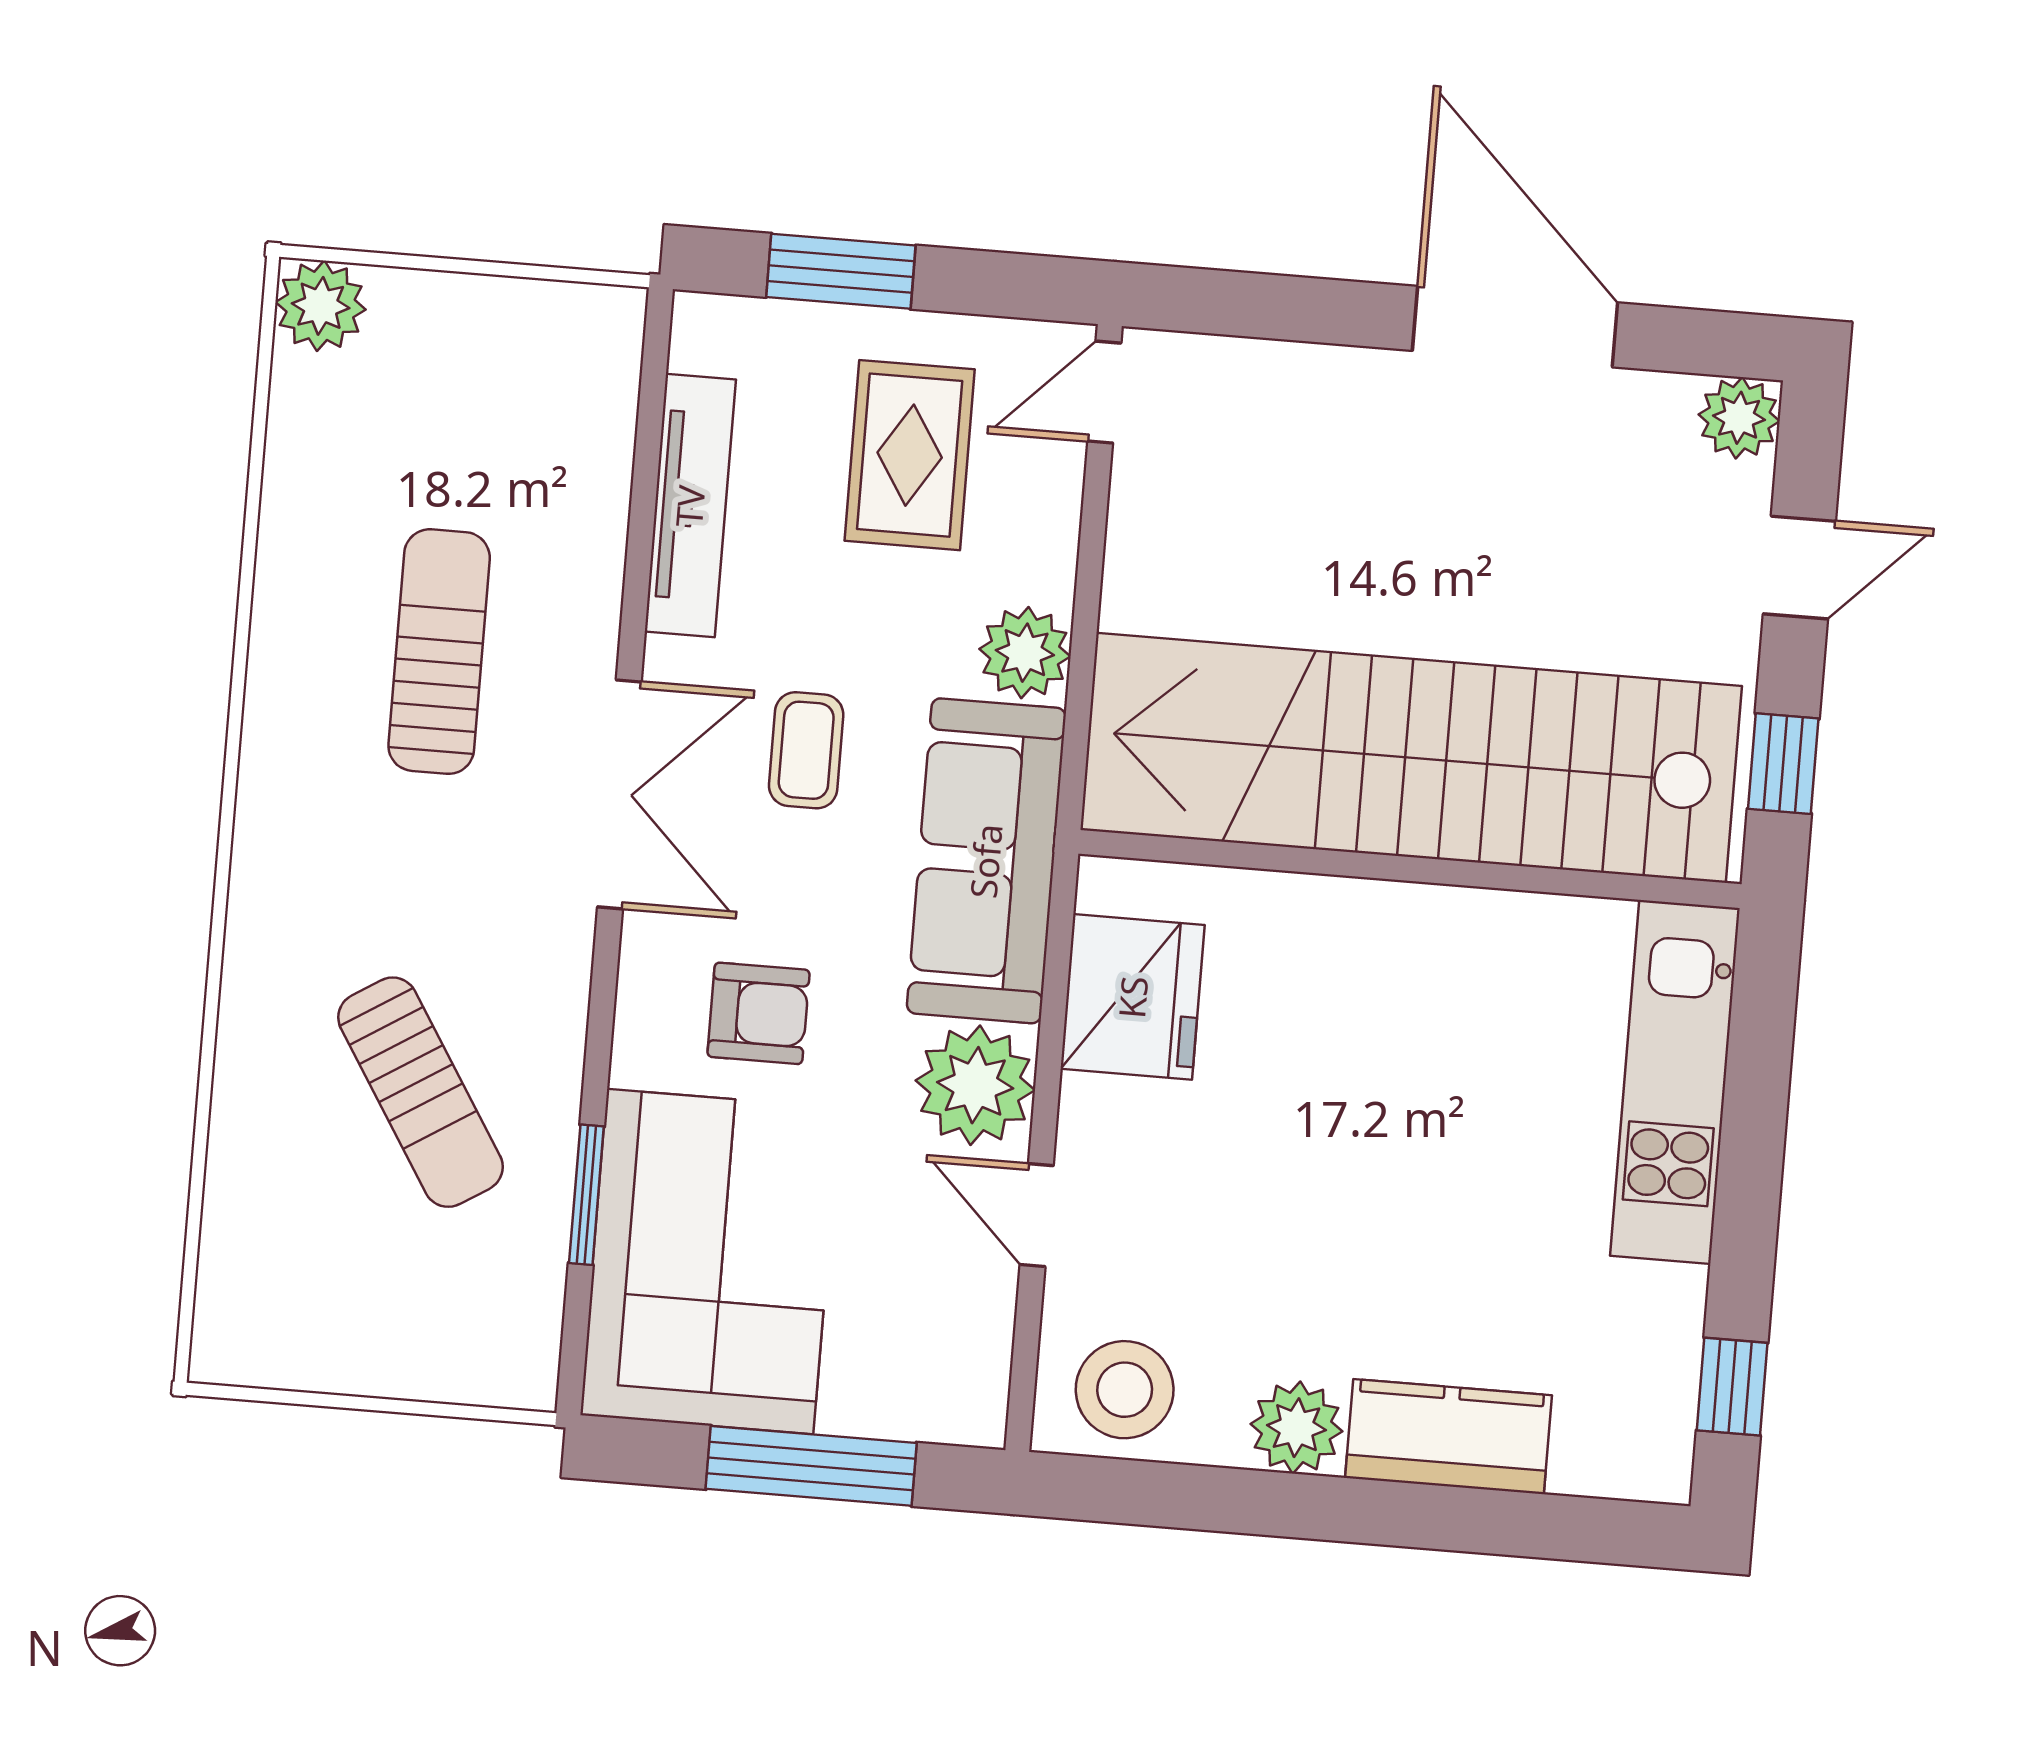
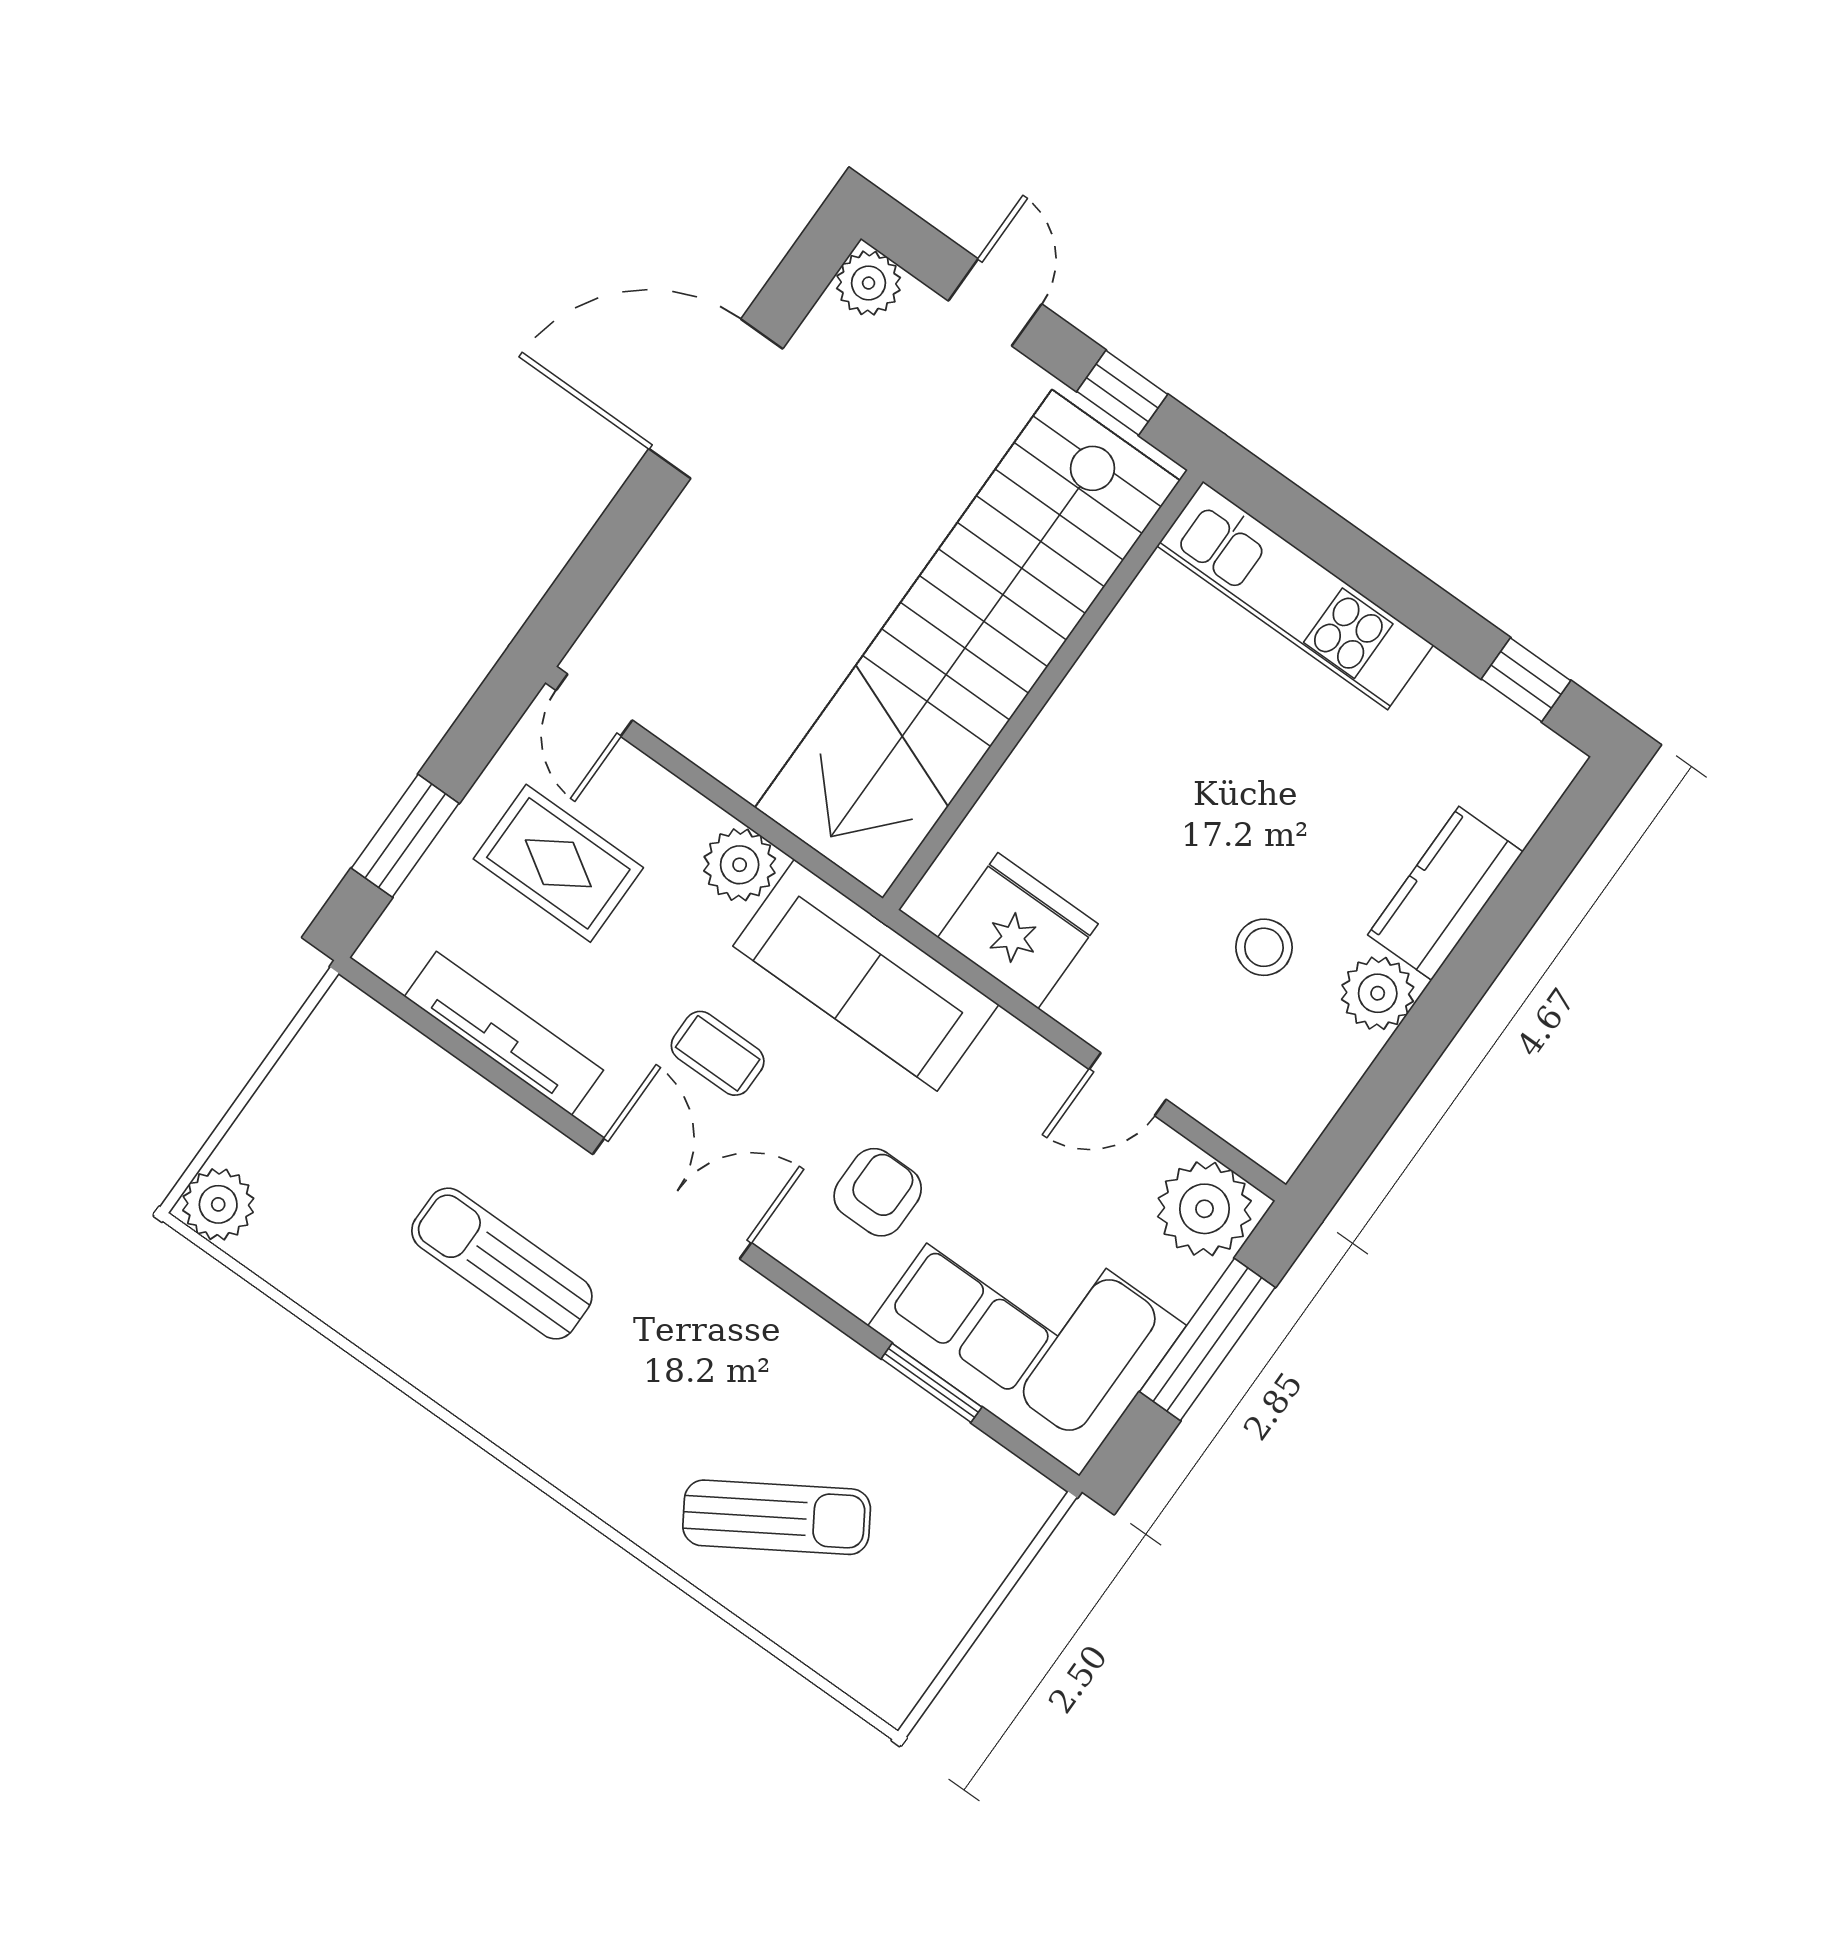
plant: (975, 1085) -> (1204, 1209), moved
sun lounger: (421, 1092) -> (777, 1517), moved
stool: (1125, 1390) -> (1264, 947), moved, width x0.73, depth x0.73

